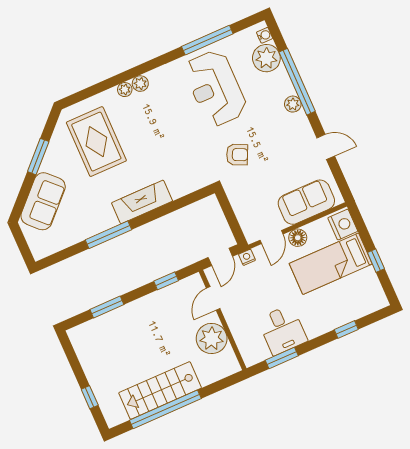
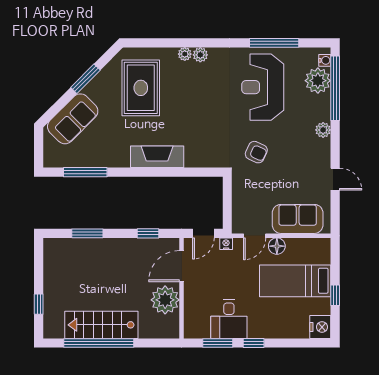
window: (297, 82) -> (335, 88), moved
nightstand: (343, 225) -> (320, 327), moved
window: (108, 235) -> (85, 172), moved
door: (213, 298) -> (182, 266), width x1.38
window: (346, 330) -> (254, 343), moved

